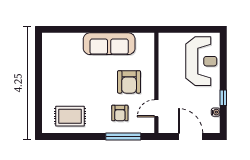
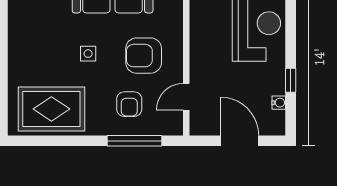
side table: (93, 81) -> (88, 54), added
armchair: (129, 82) -> (144, 56), turned 90
rug: (70, 116) -> (51, 109), width x1.36, depth x1.43

